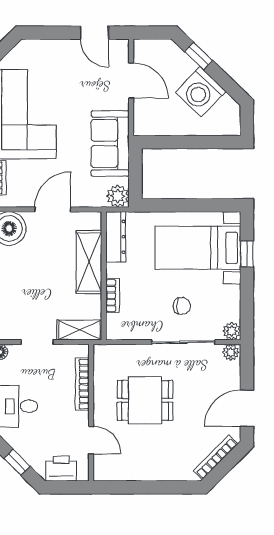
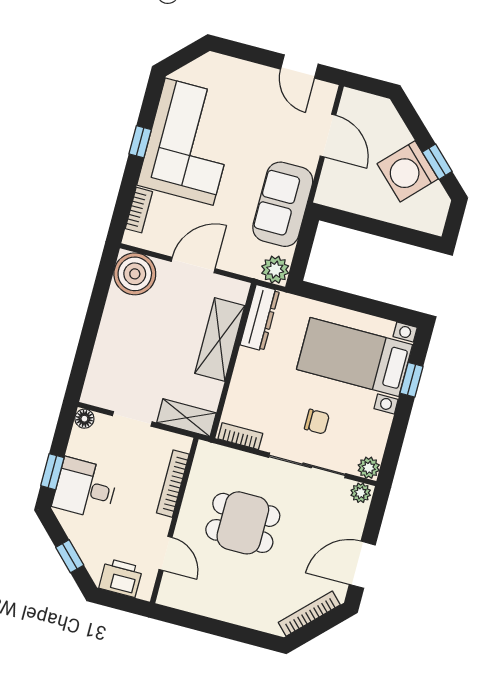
window: (199, 56) -> (437, 162), moved
bookcase: (113, 296) -> (240, 436), moved, turned -90

